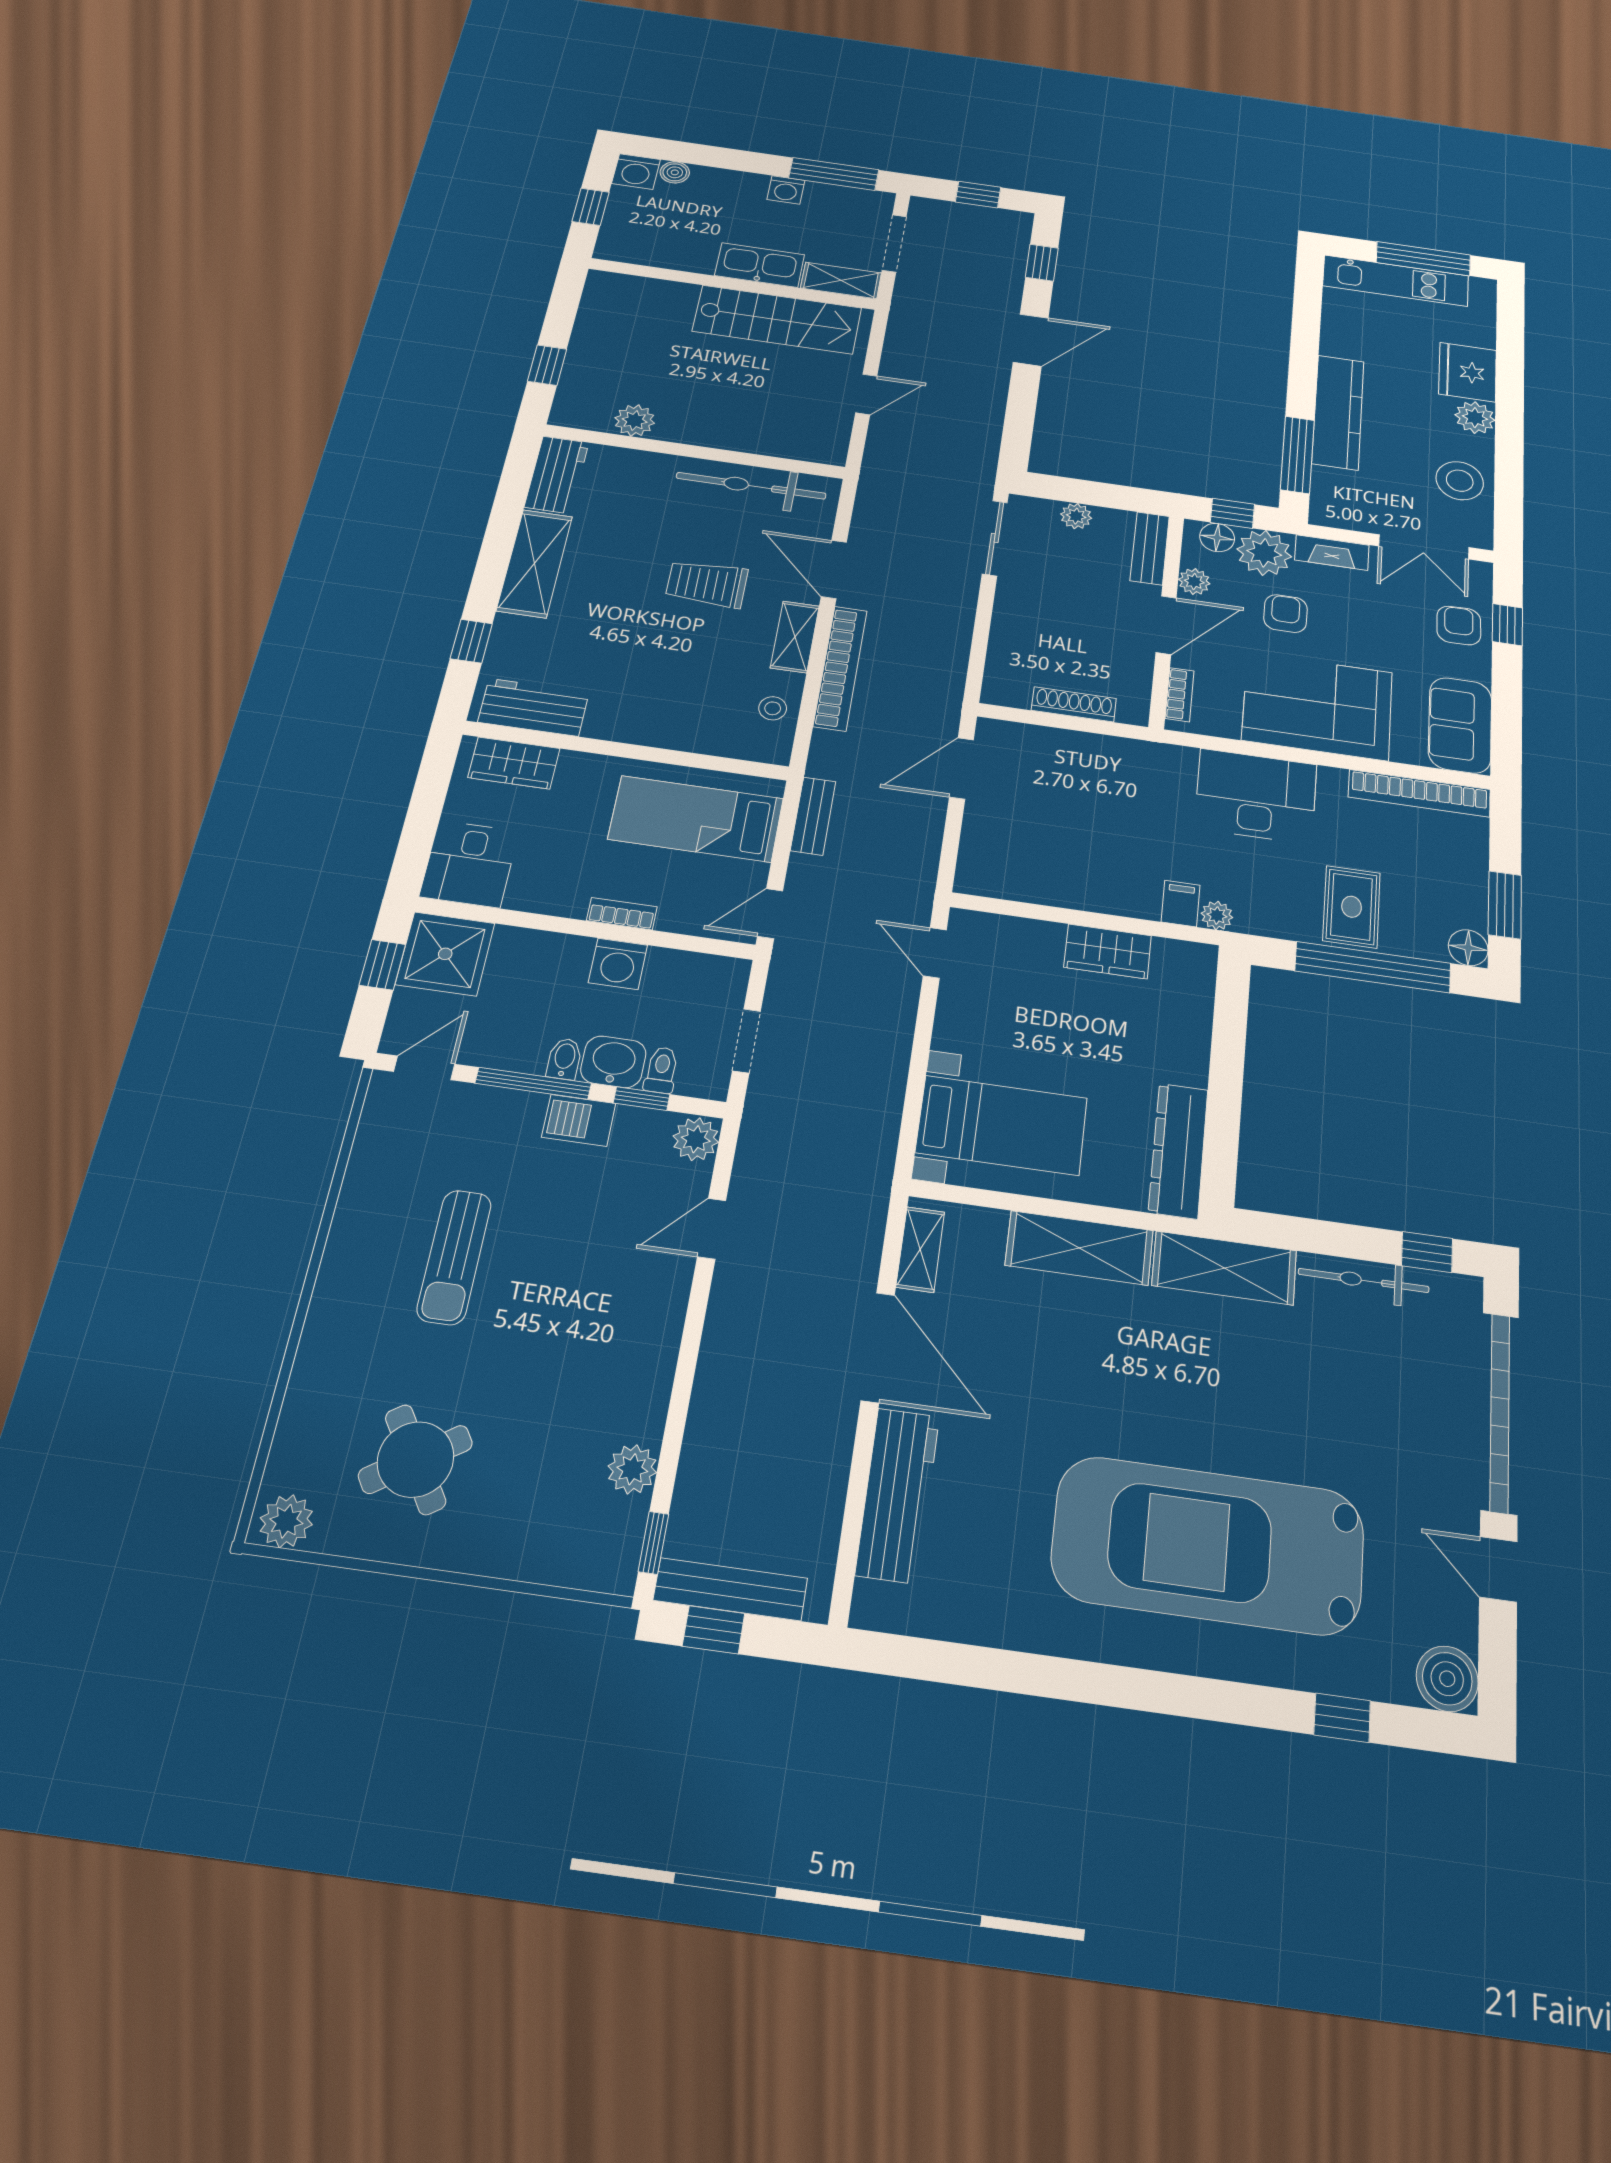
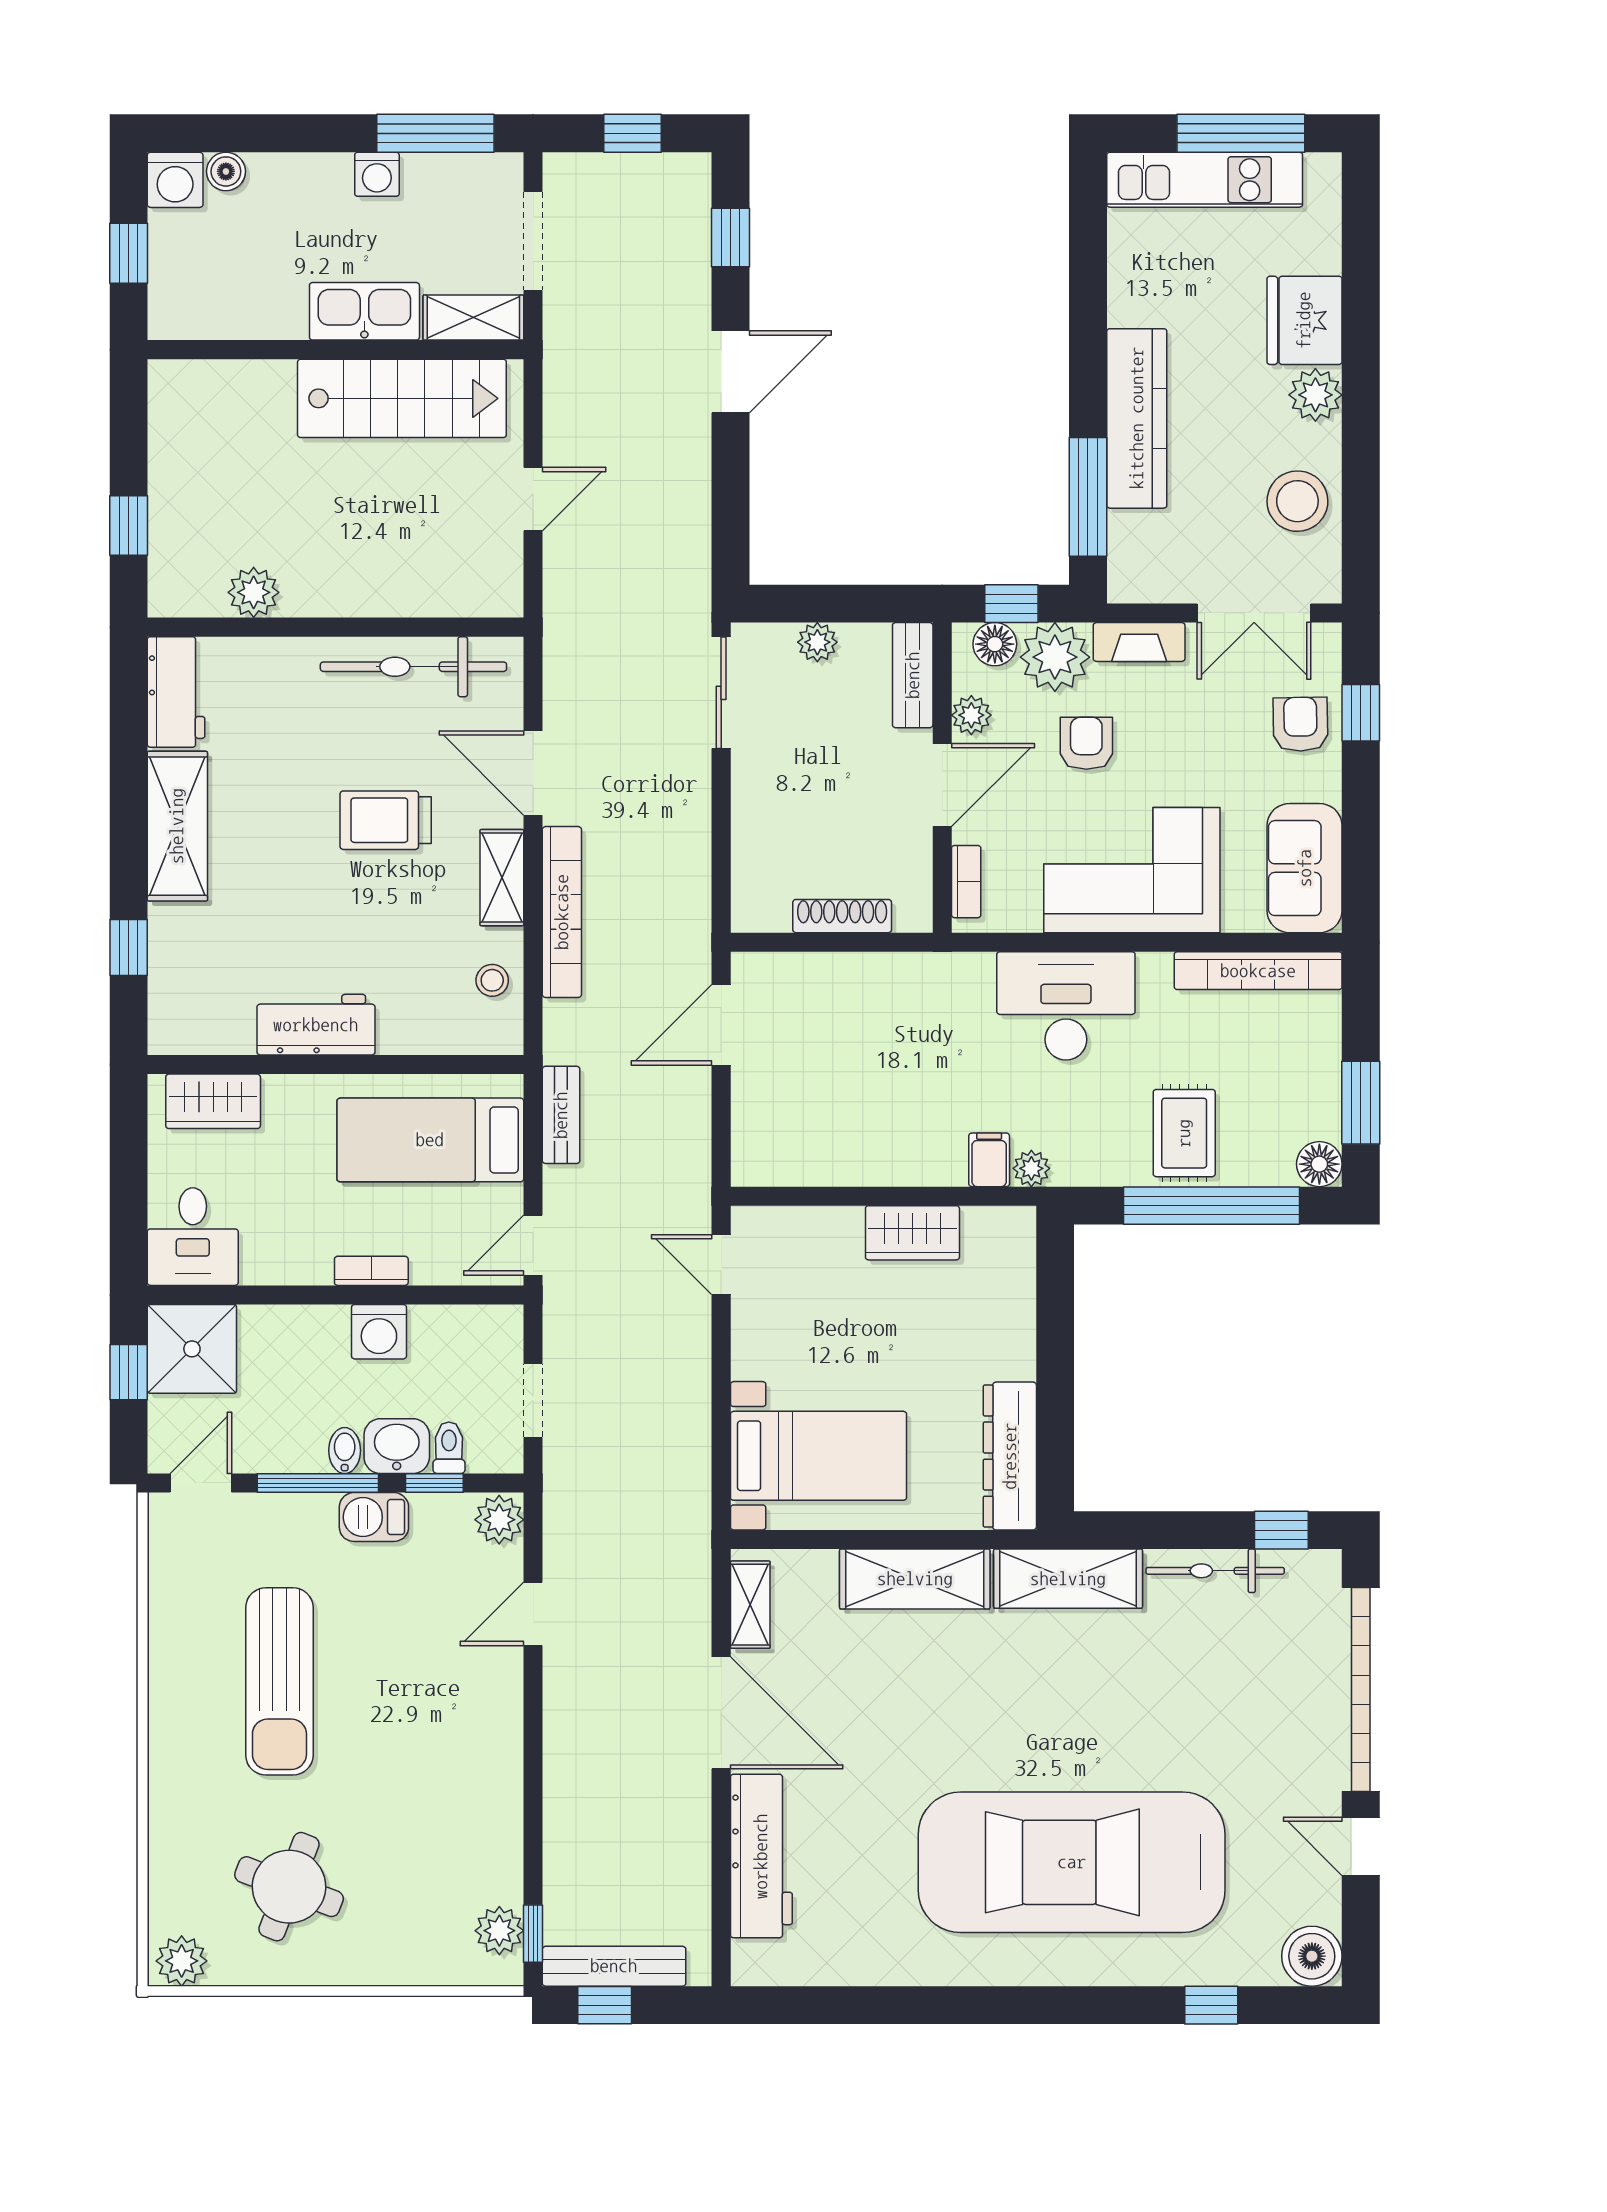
workbench: (534, 707) -> (316, 1025), moved
sun lounger: (454, 1257) -> (279, 1681), width x1.36, depth x1.34
round table: (415, 1459) -> (289, 1887), turned -36
plant: (632, 1469) -> (499, 1931), moved

